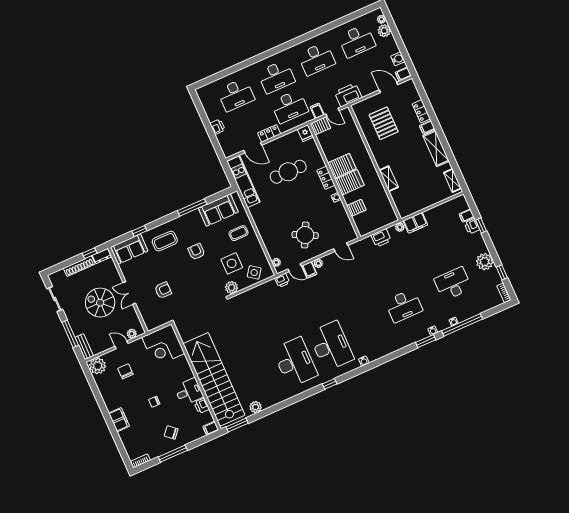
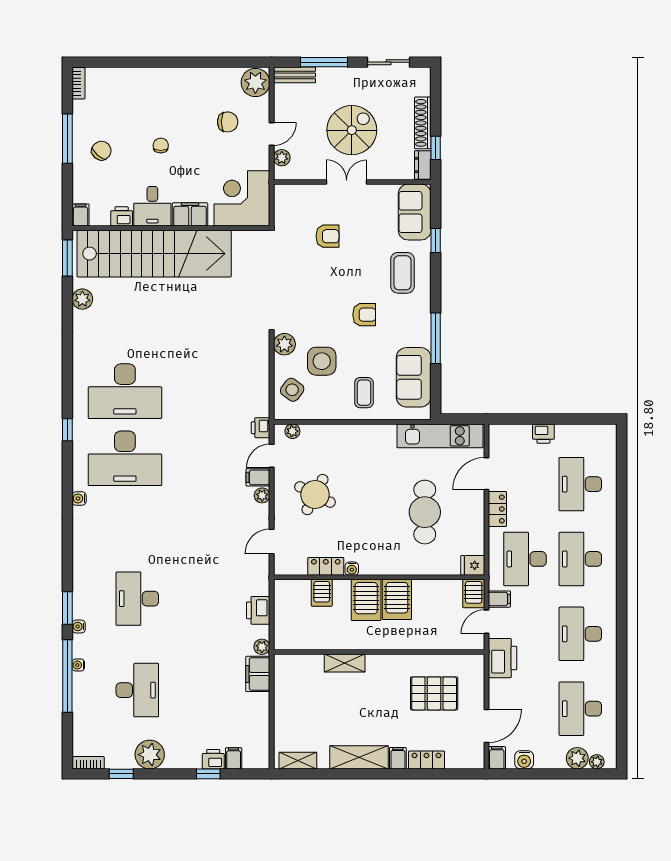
locker: (326, 178) -> (326, 566), moved
armchair: (163, 290) -> (328, 236), turned -90
filing cabinet: (119, 420) -> (190, 214), moved, turned 180

